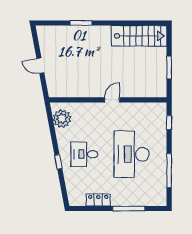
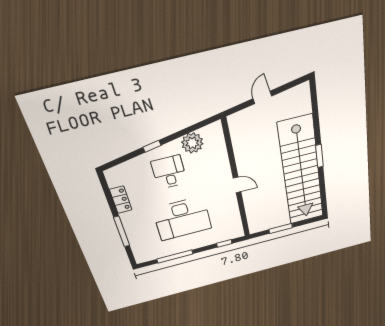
window: (81, 23) -> (319, 156), moved
stairs: (139, 36) -> (301, 172), width x1.86, depth x1.51
plant: (62, 119) -> (192, 143), moved
desk: (132, 154) -> (182, 219), turned 180

